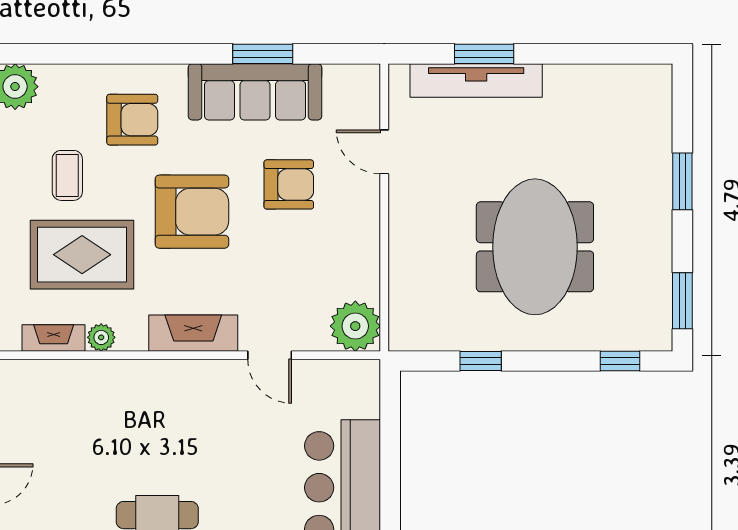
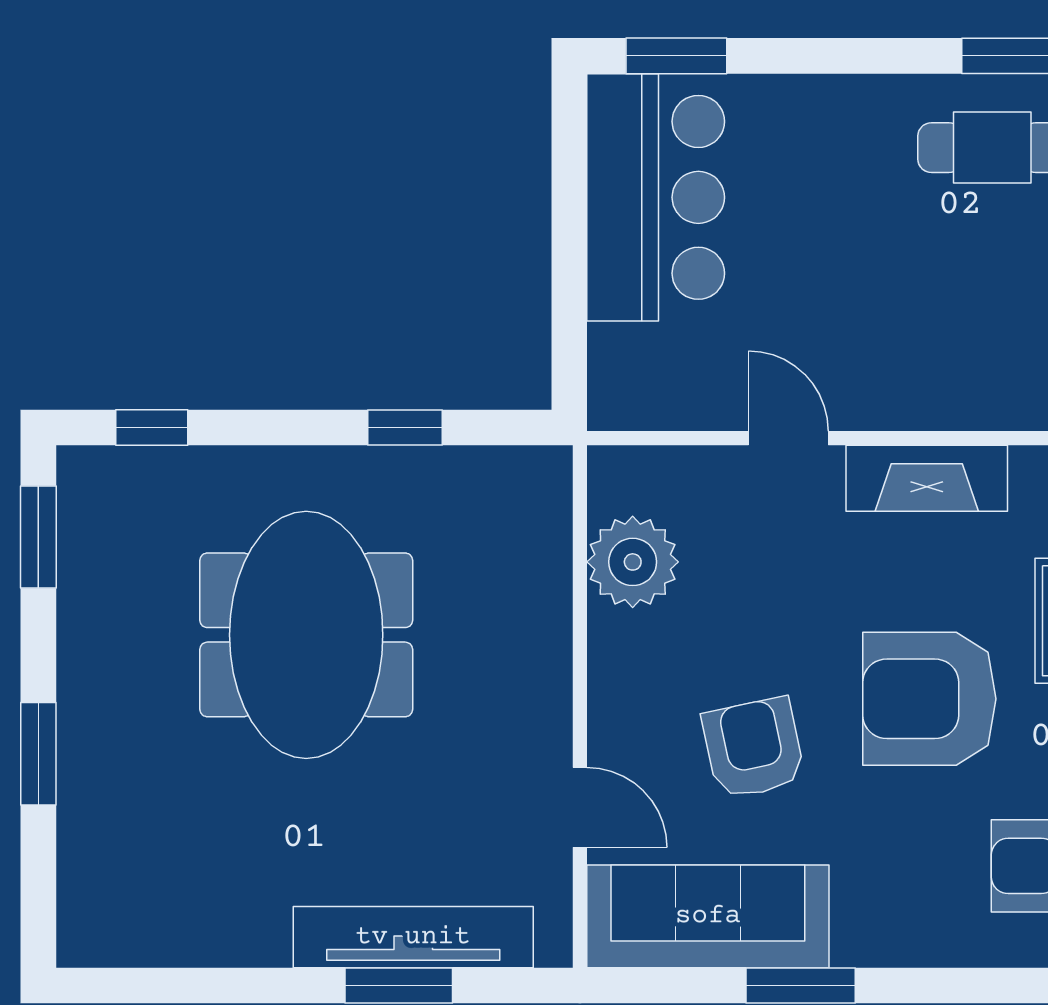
sofa: (255, 92) -> (708, 916), moved
armchair: (289, 184) -> (753, 748), turned 78
plant: (355, 326) -> (633, 562), moved

